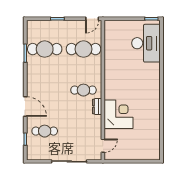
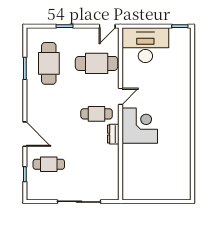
desk: (146, 43) -> (145, 45), moved, turned -90
cafe table: (45, 49) -> (49, 63), turned 90
corner desk: (119, 114) -> (140, 126), moved
door: (103, 146) -> (120, 96), moved

